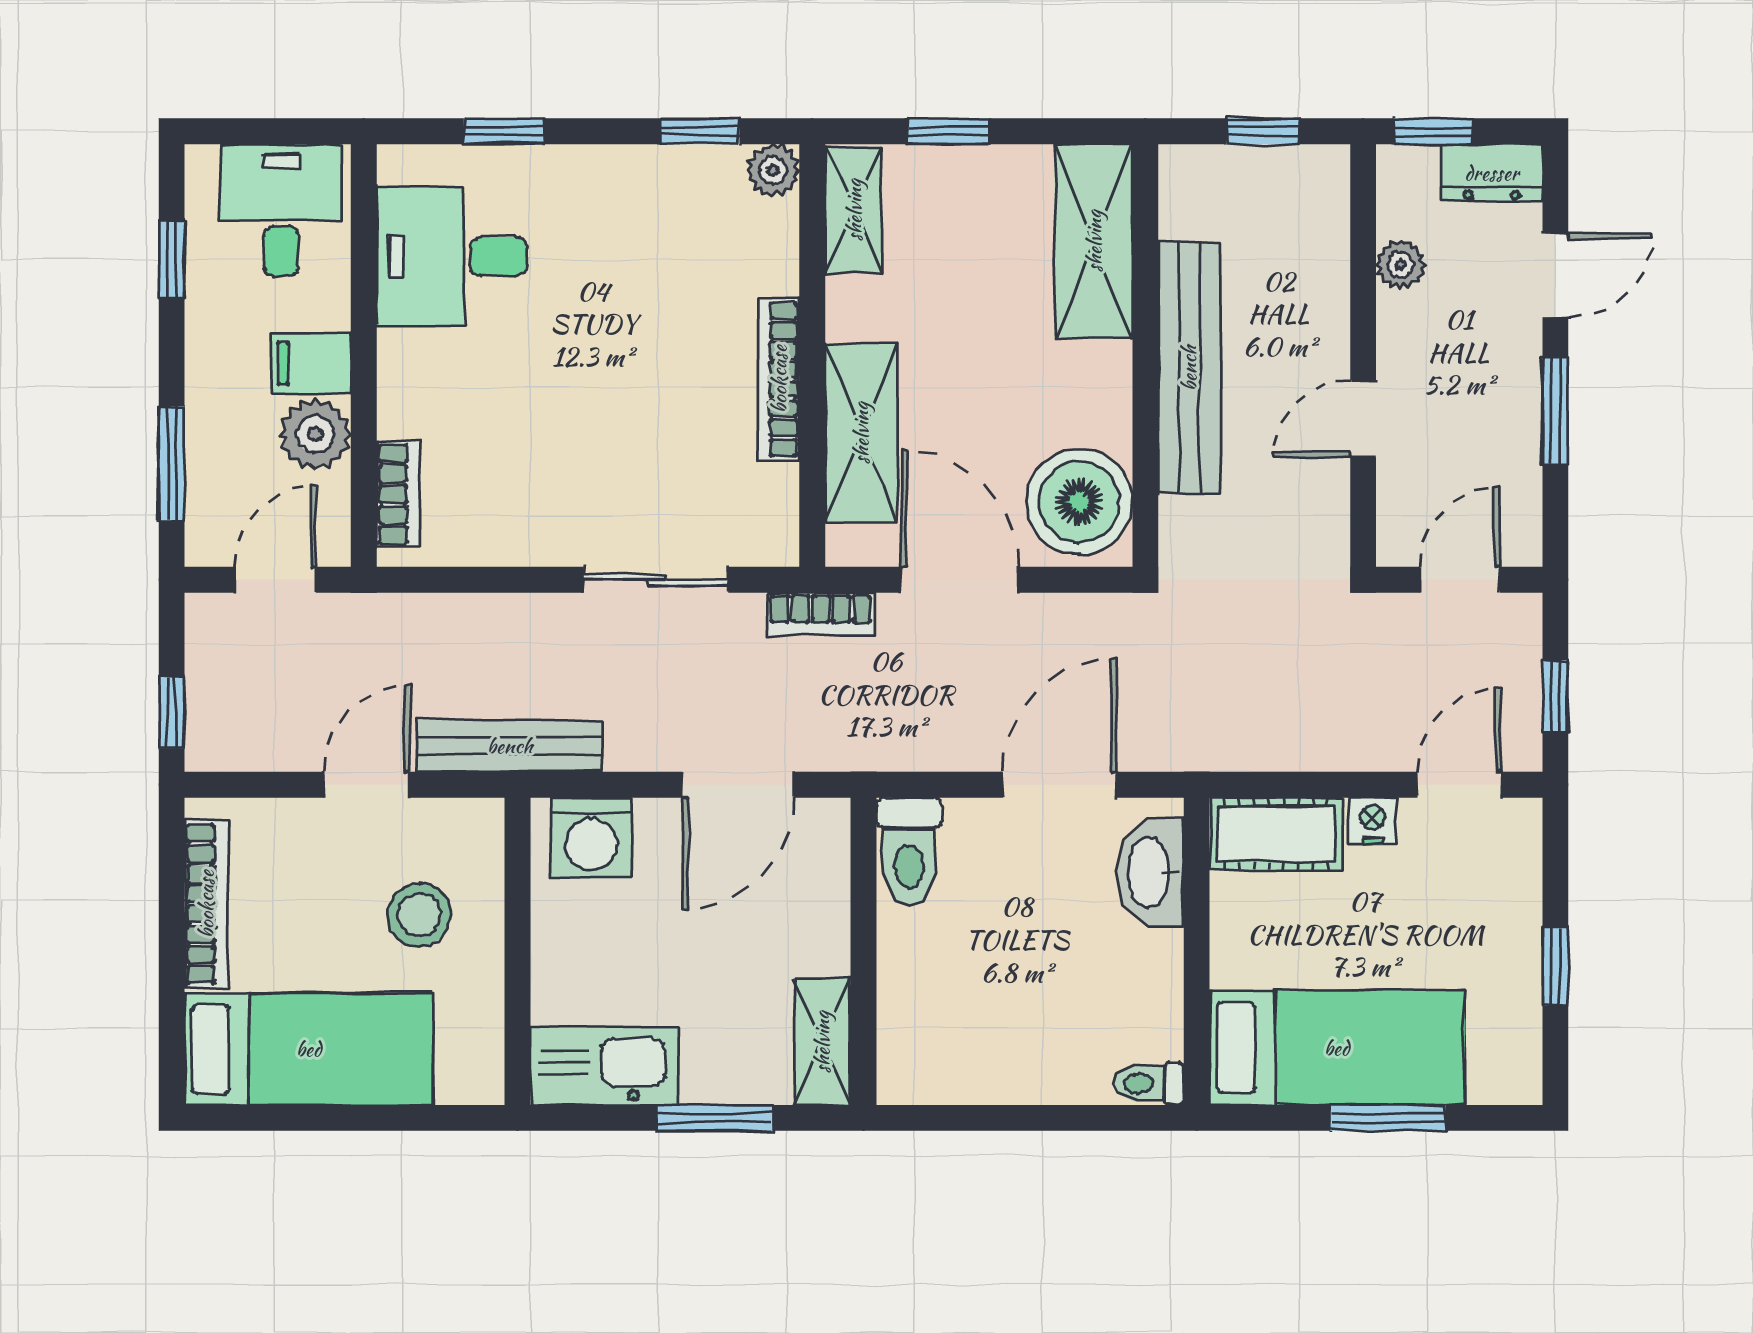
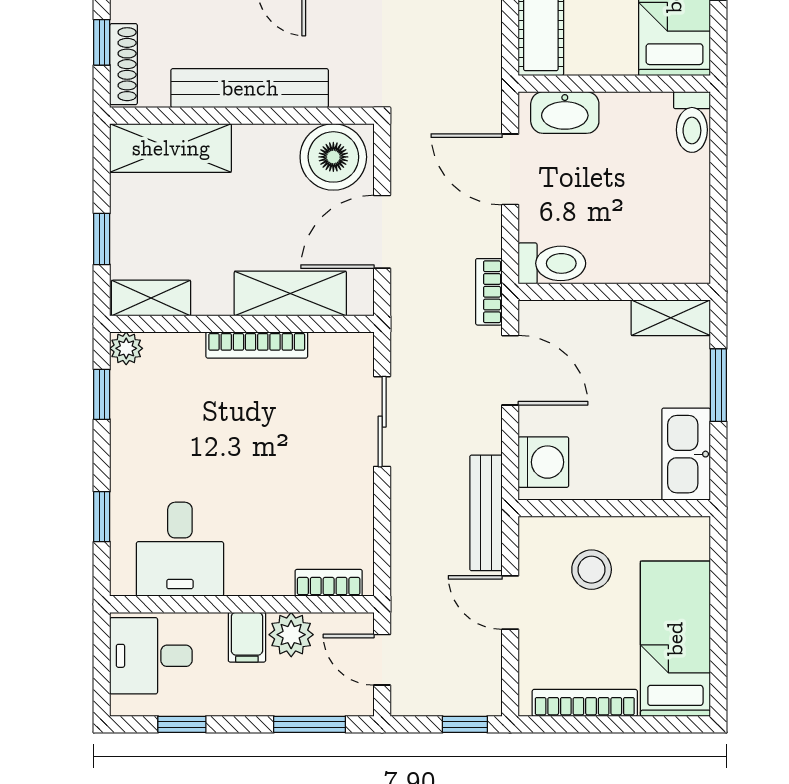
shoe rack: (1228, 166) -> (124, 64), added
bookcase: (821, 614) -> (489, 292), moved, turned 180
toilet: (1149, 1084) -> (692, 122), width x1.37, depth x1.39

